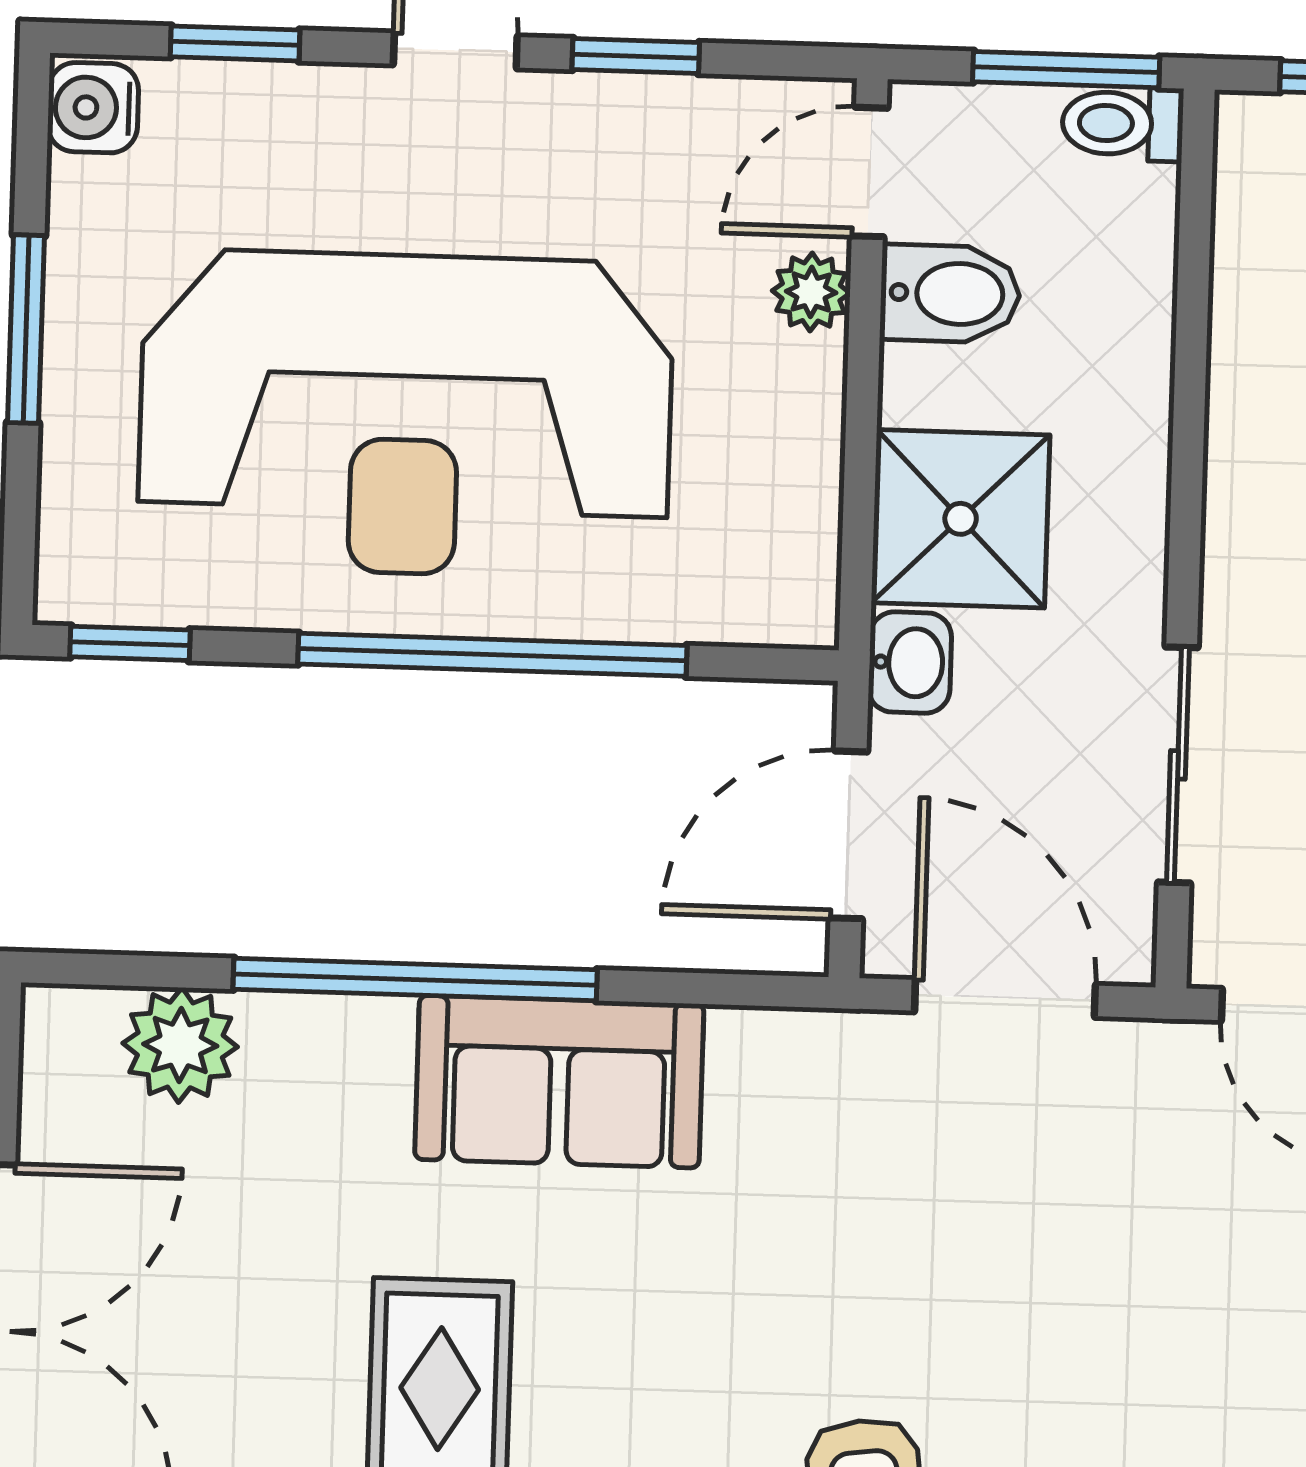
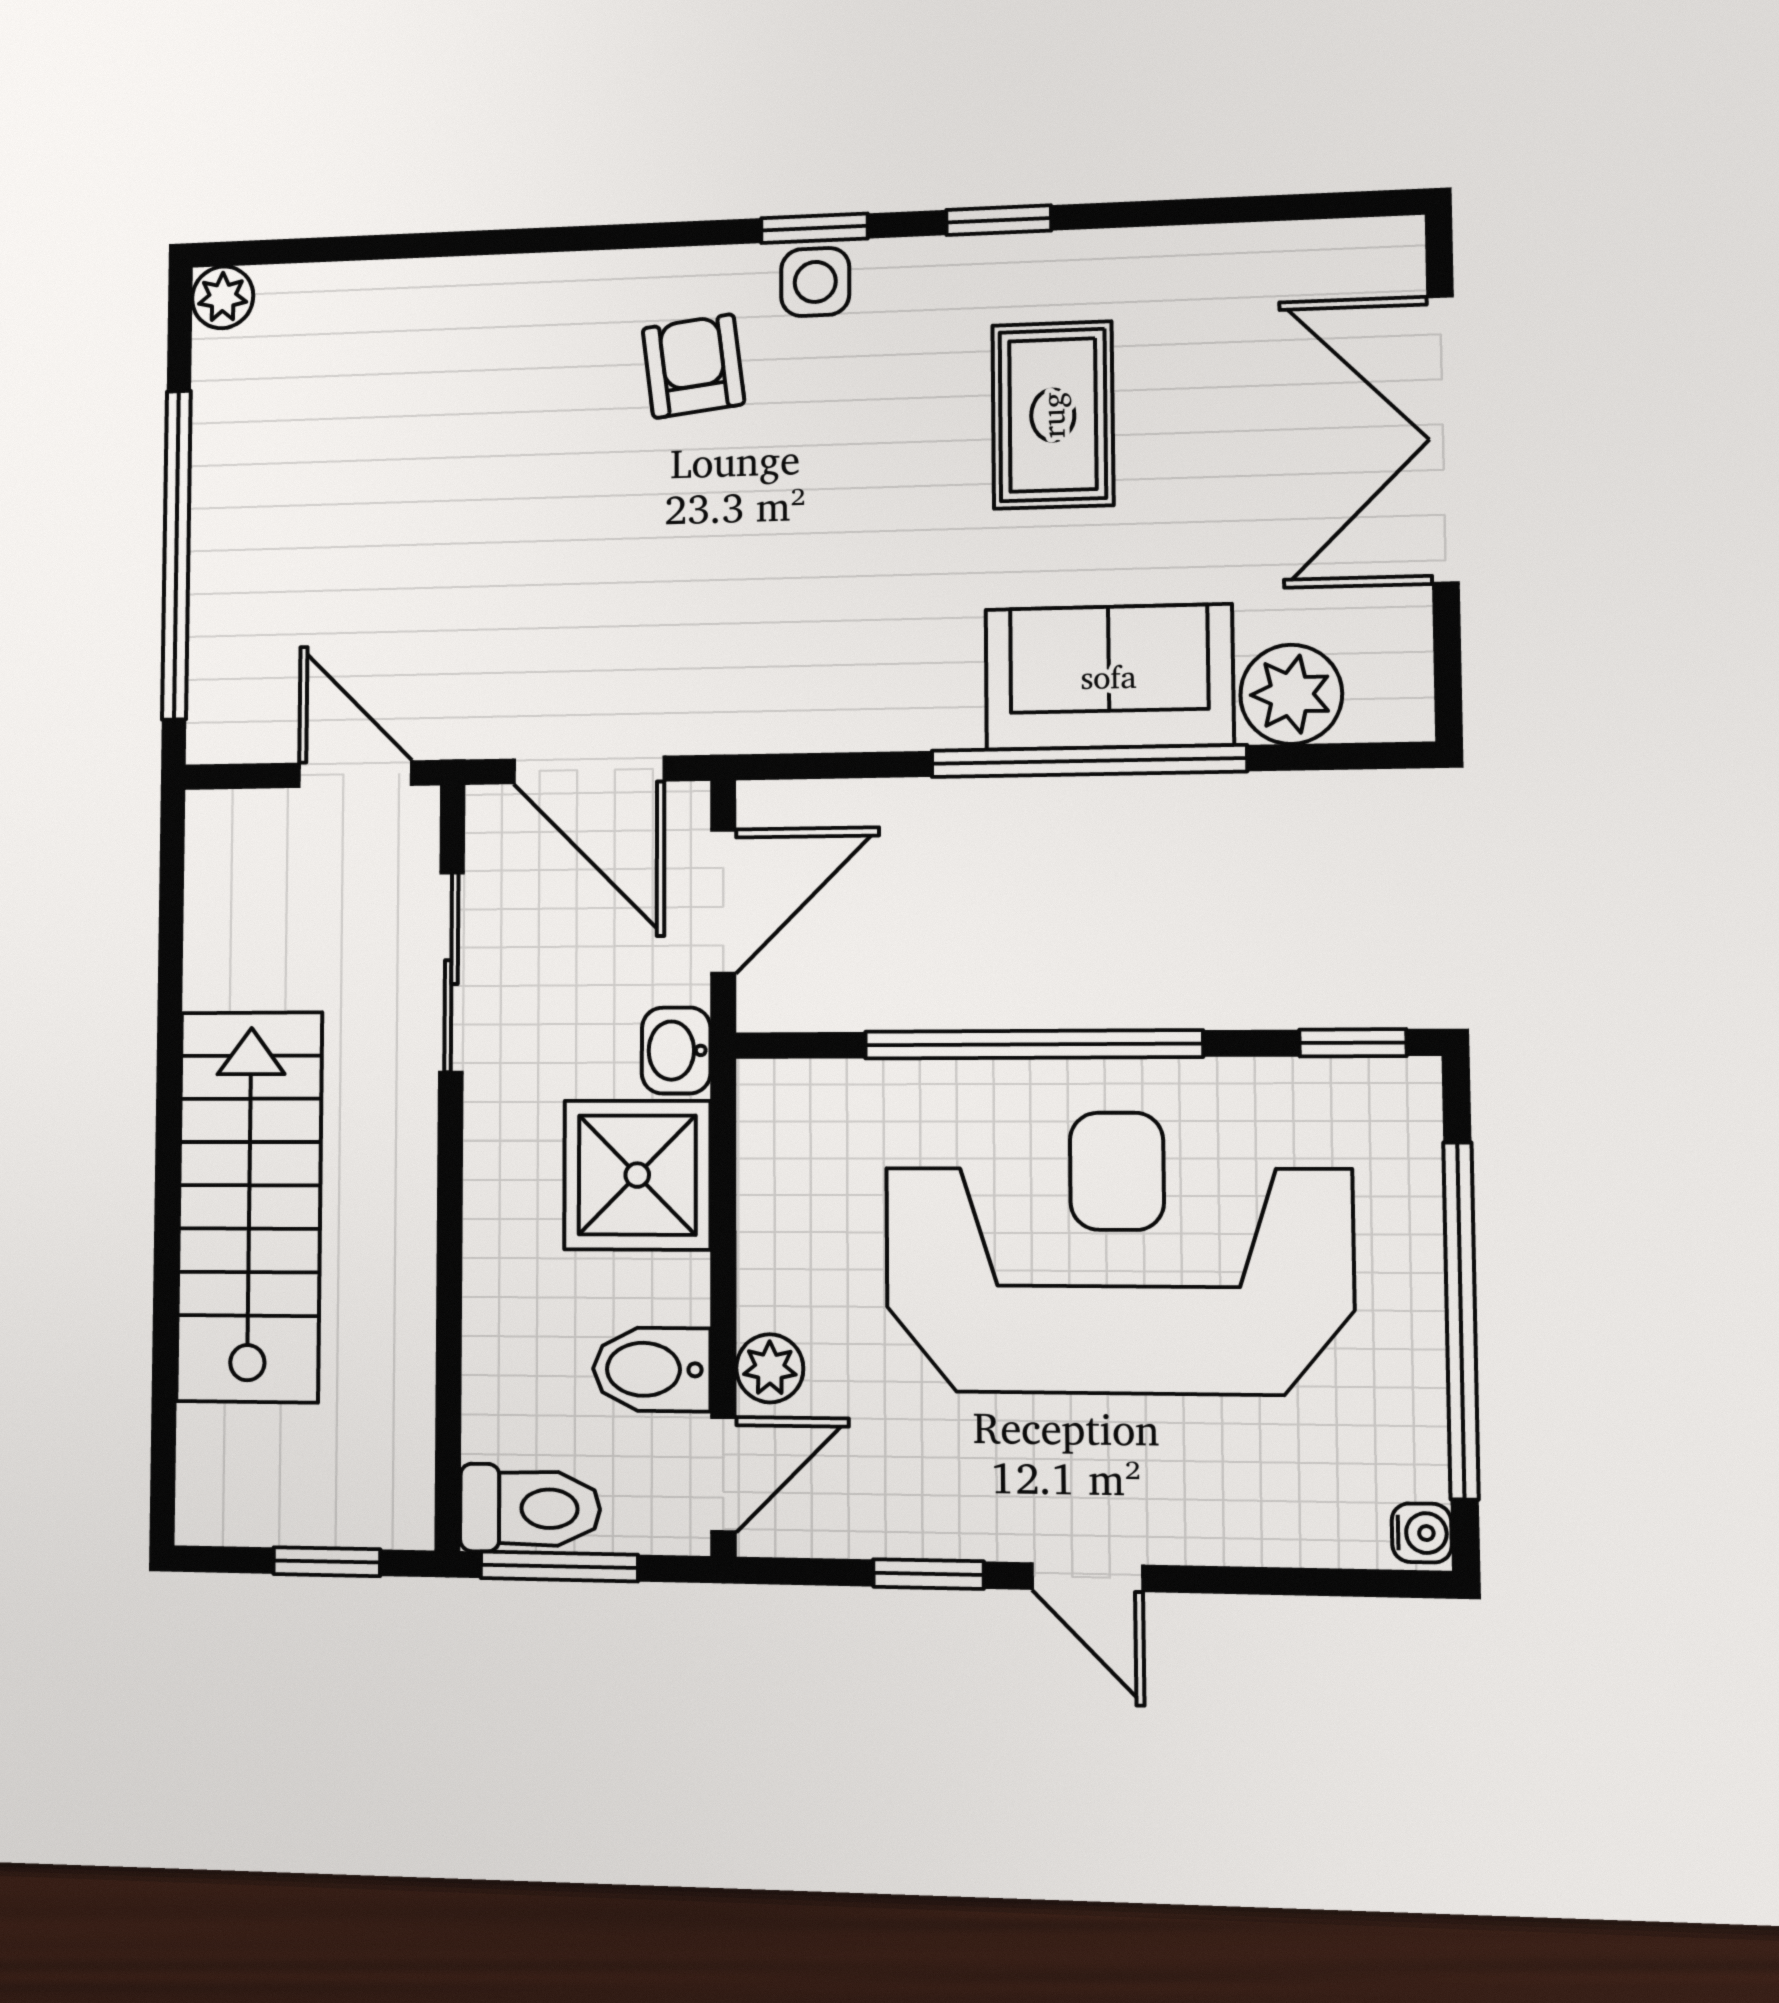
window: (235, 43) -> (1284, 1581), removed
water cooler: (93, 108) -> (1422, 1533), width x0.72, depth x0.72
toilet: (1123, 124) -> (530, 1508), width x1.37, depth x1.39
window: (26, 329) -> (1461, 1320), width x2.11
sofa: (559, 1082) -> (1109, 677), moved

